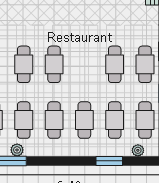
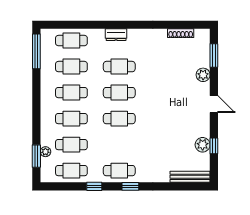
cafe table: (115, 64) -> (119, 119), moved
plant: (17, 150) -> (46, 61), removed
plant: (138, 150) -> (45, 152), moved
window: (109, 161) -> (36, 156), moved

